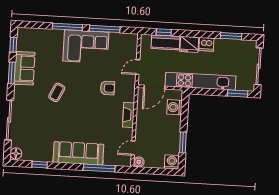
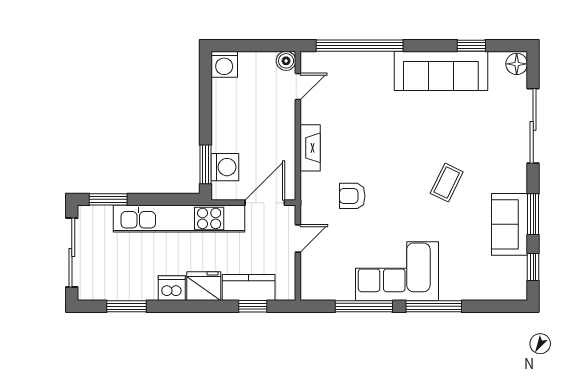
window: (183, 142) -> (206, 164), moved
sofa: (78, 153) -> (441, 71), moved
window: (99, 168) -> (360, 46), width x1.46

